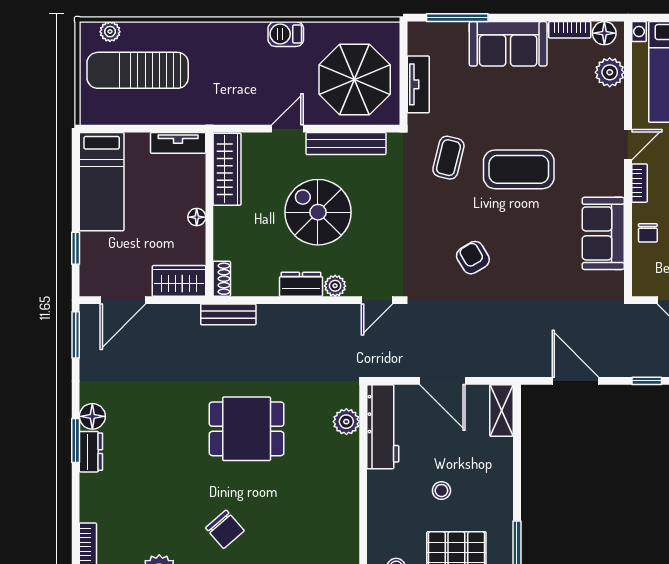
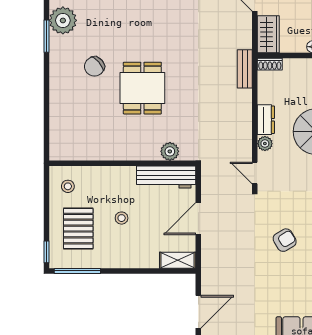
dining table: (247, 429) -> (142, 88), moved

